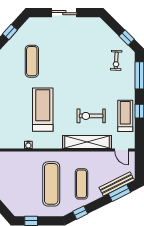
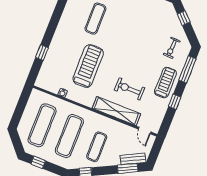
window: (127, 38) -> (184, 18), moved
treadmill: (125, 116) -> (165, 83), moved
exercise mat: (21, 184) -> (42, 125), added
bench: (117, 184) -> (133, 159), width x0.73

